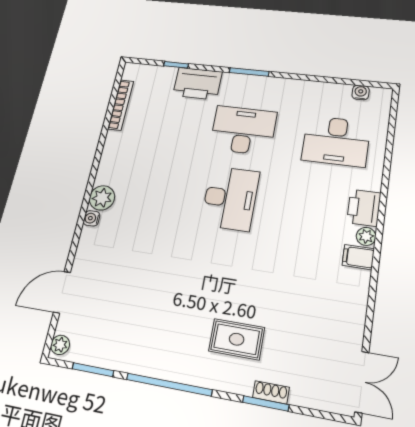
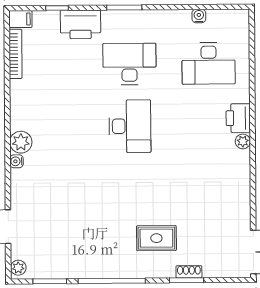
water cooler: (361, 93) -> (199, 16), moved
filing cabinet: (358, 257) -> (20, 19), moved, turned 180

